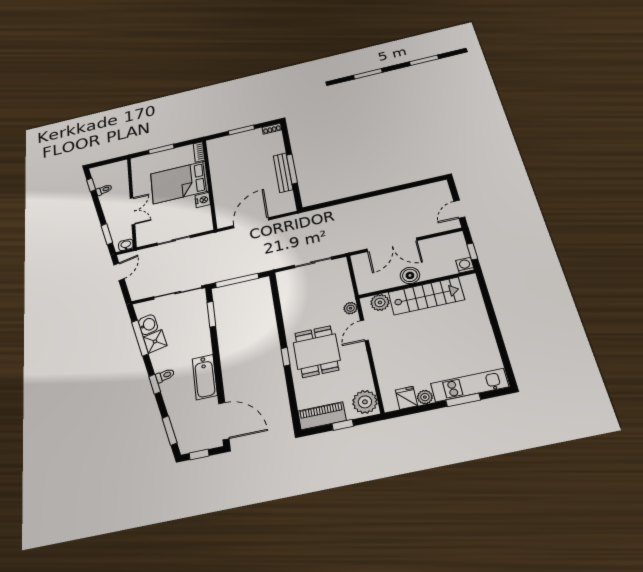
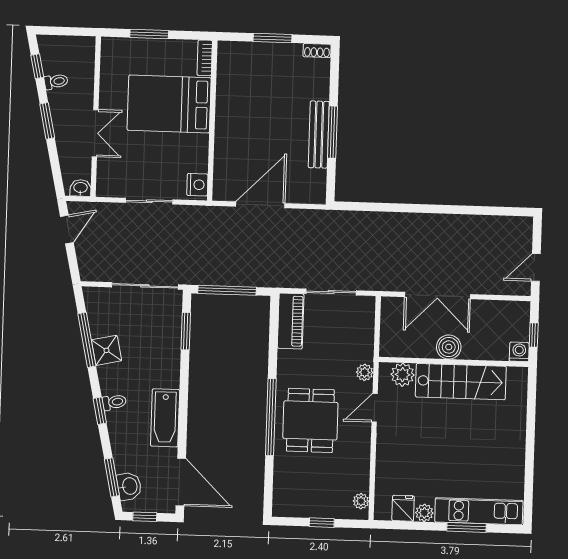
nightstand: (203, 200) -> (197, 185), moved
window: (107, 234) -> (47, 121), moved
washbasin: (148, 325) -> (129, 486), moved
window: (286, 357) -> (271, 417), width x3.17
plant: (365, 402) -> (361, 501), width x0.53, depth x0.53
piano: (322, 416) -> (291, 321), moved, turned 90

